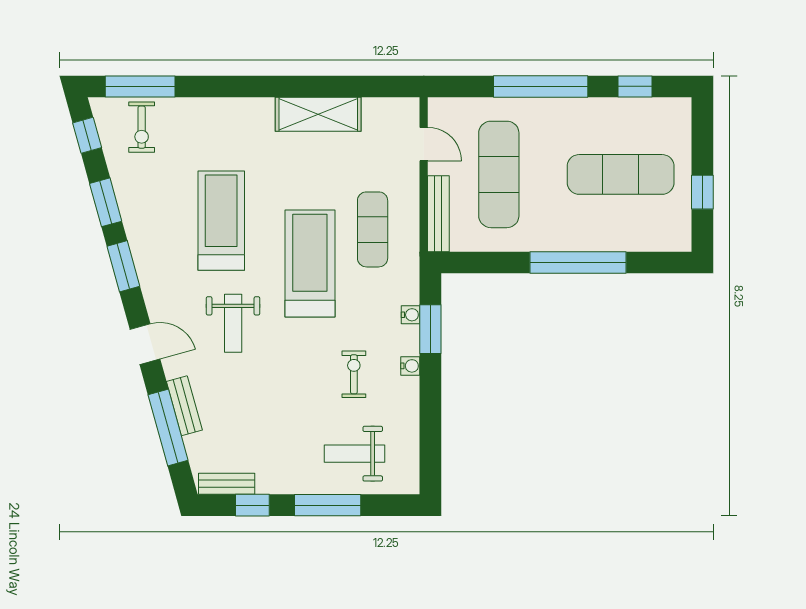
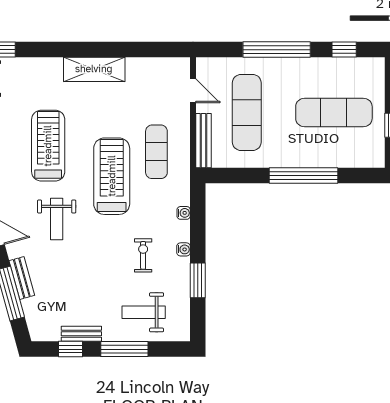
shelving: (318, 114) -> (94, 69), moved
window: (430, 329) -> (198, 280), moved
bench: (227, 484) -> (81, 334), moved

